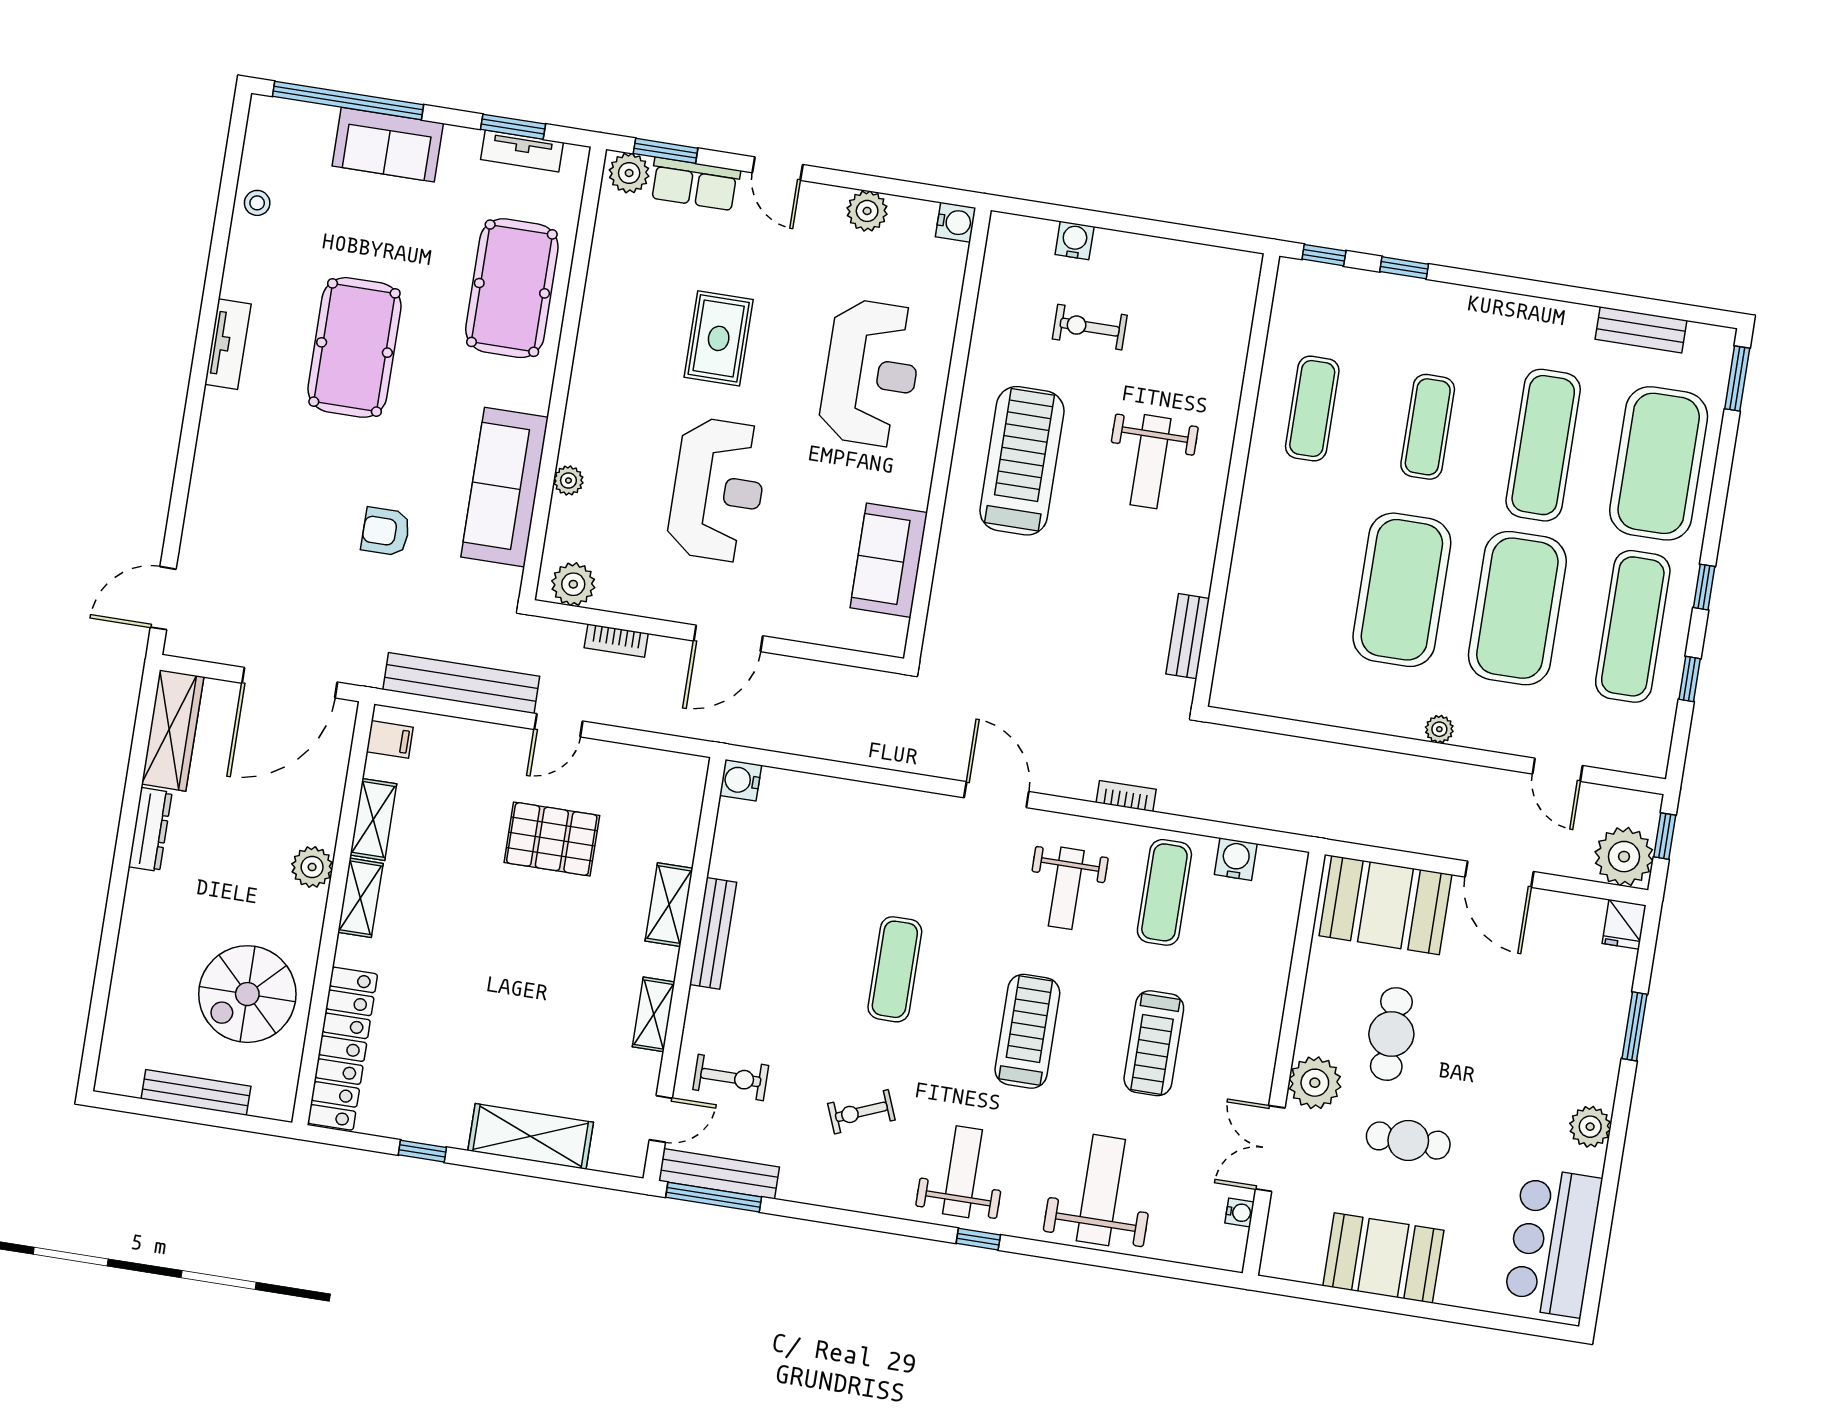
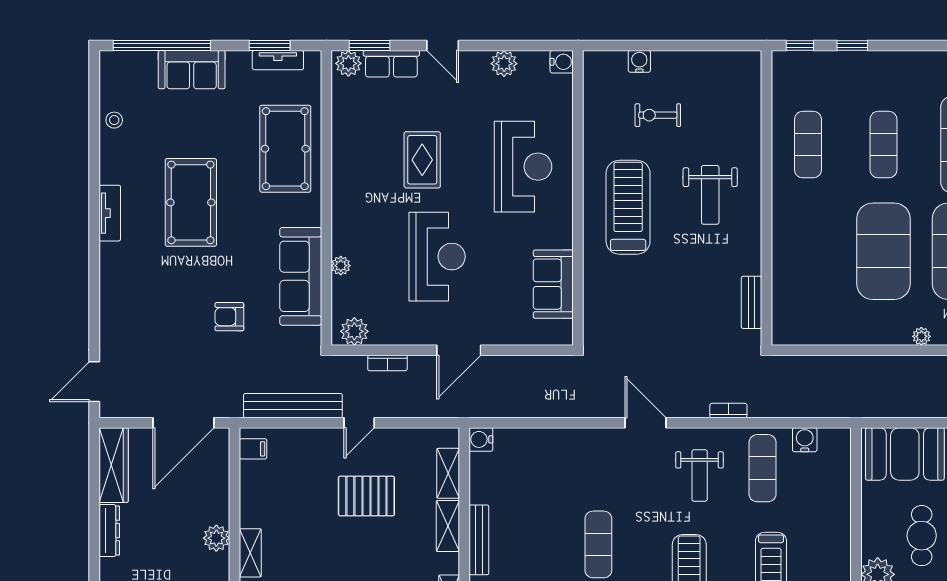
shelving: (373, 819) -> (448, 473), moved

